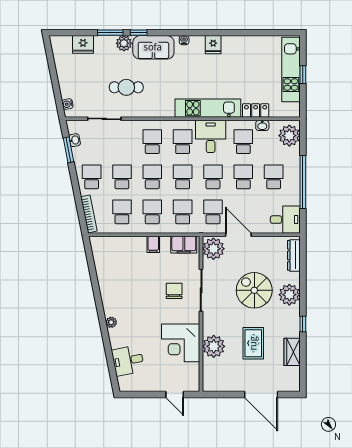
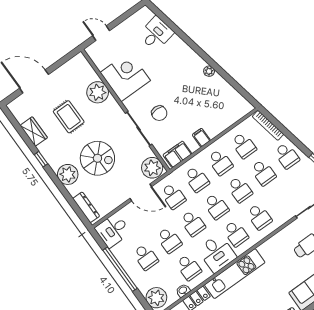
plant: (111, 322) -> (209, 71), moved

